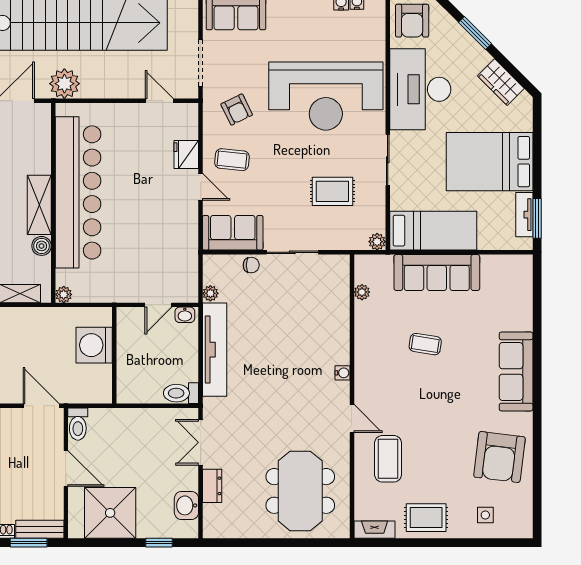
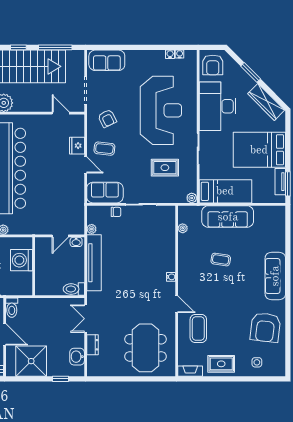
wardrobe: (501, 82) -> (266, 102), width x1.50
reception desk: (326, 96) -> (161, 110), turned -90

